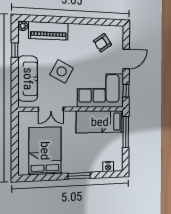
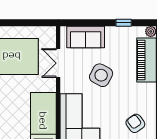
sofa: (28, 79) -> (86, 37), width x0.73

